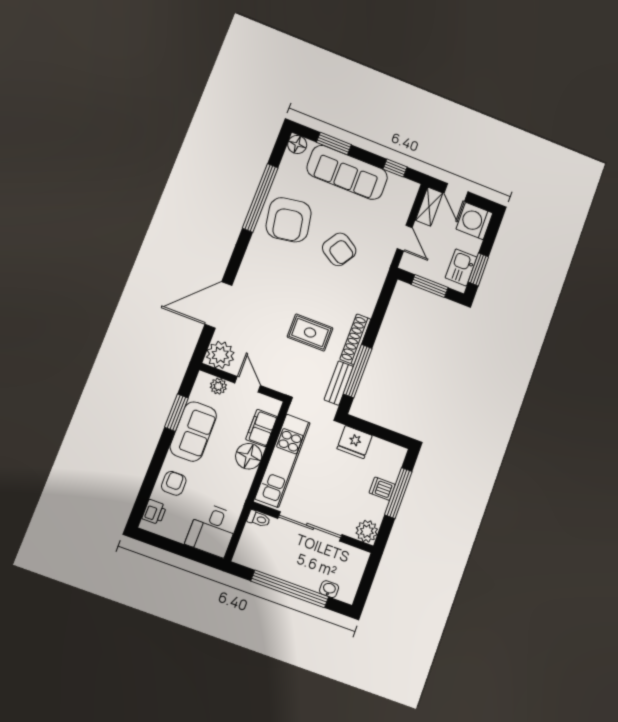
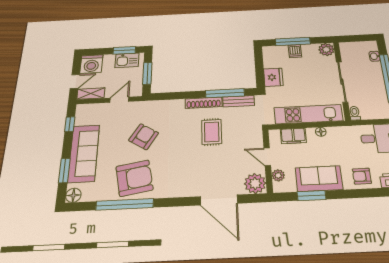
door: (248, 384) -> (267, 157), hinge flipped
floor lamp: (249, 456) -> (321, 132), width x0.53, depth x0.53

